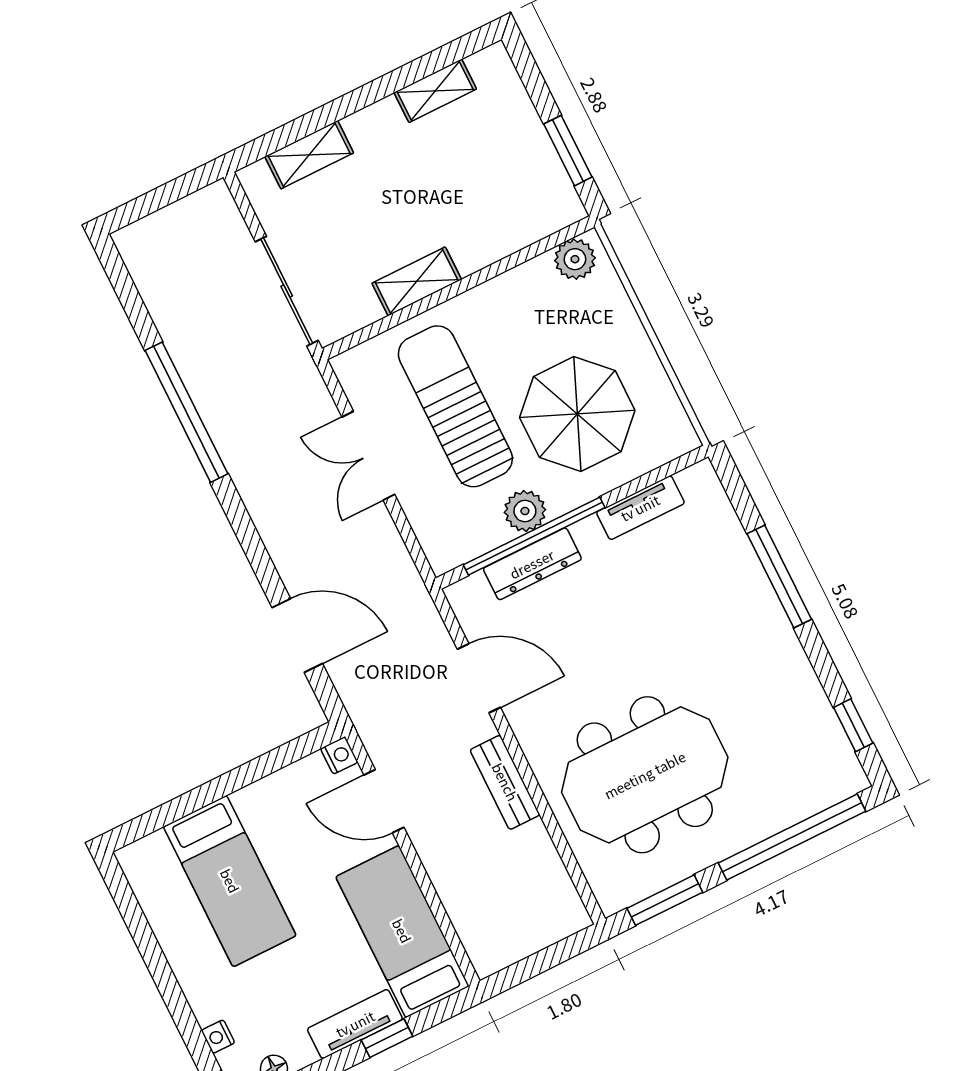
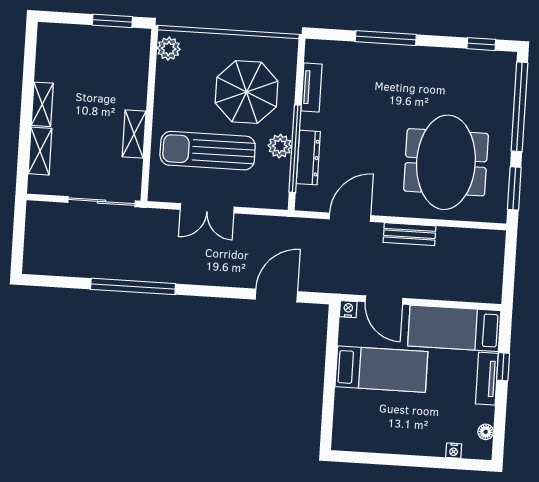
shelving: (435, 91) -> (42, 104), moved
door: (384, 801) -> (384, 300), hinge flipped
bed: (230, 881) -> (381, 369), moved

